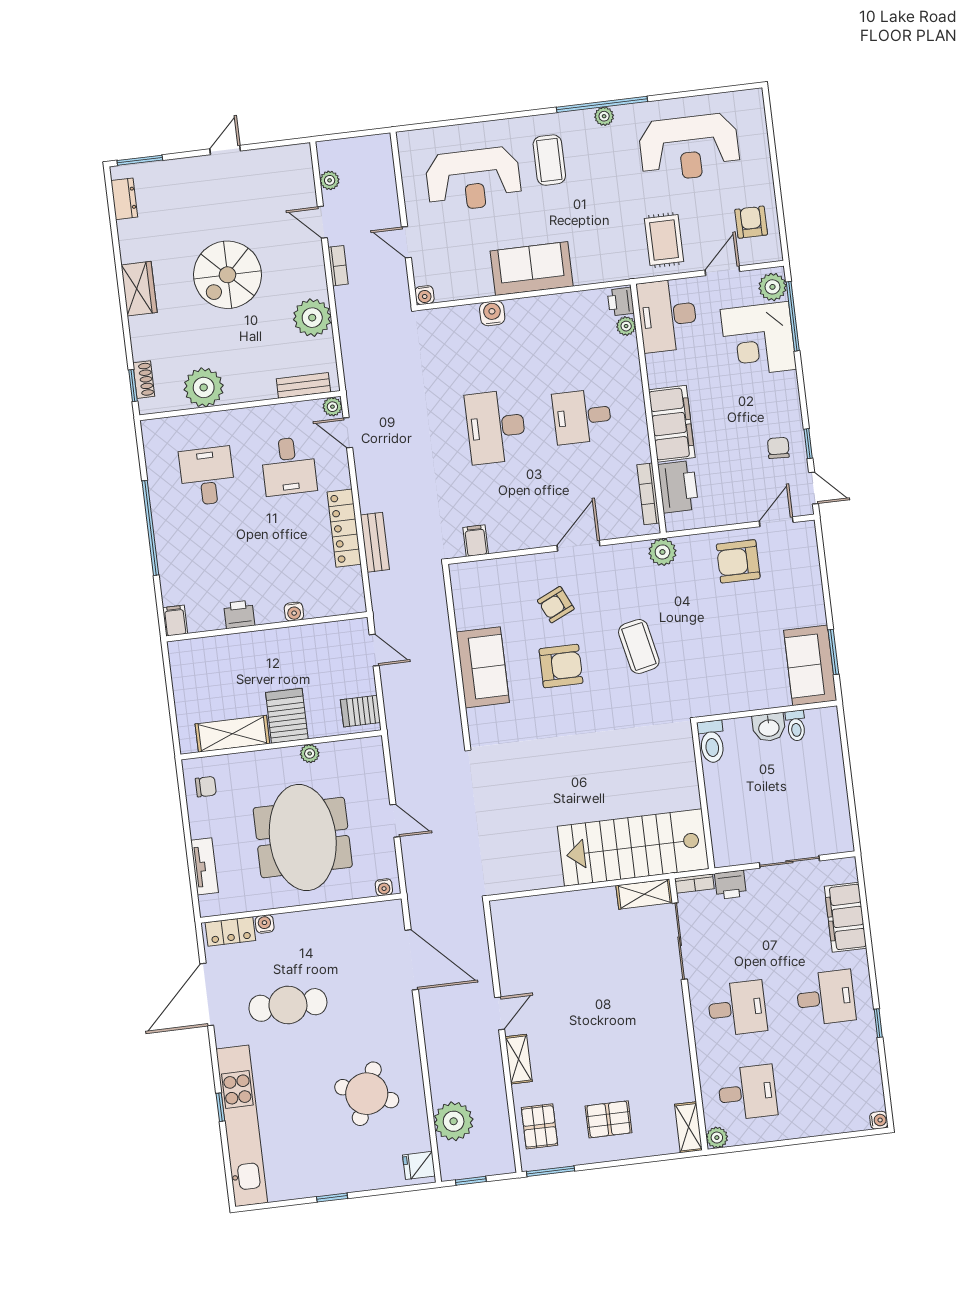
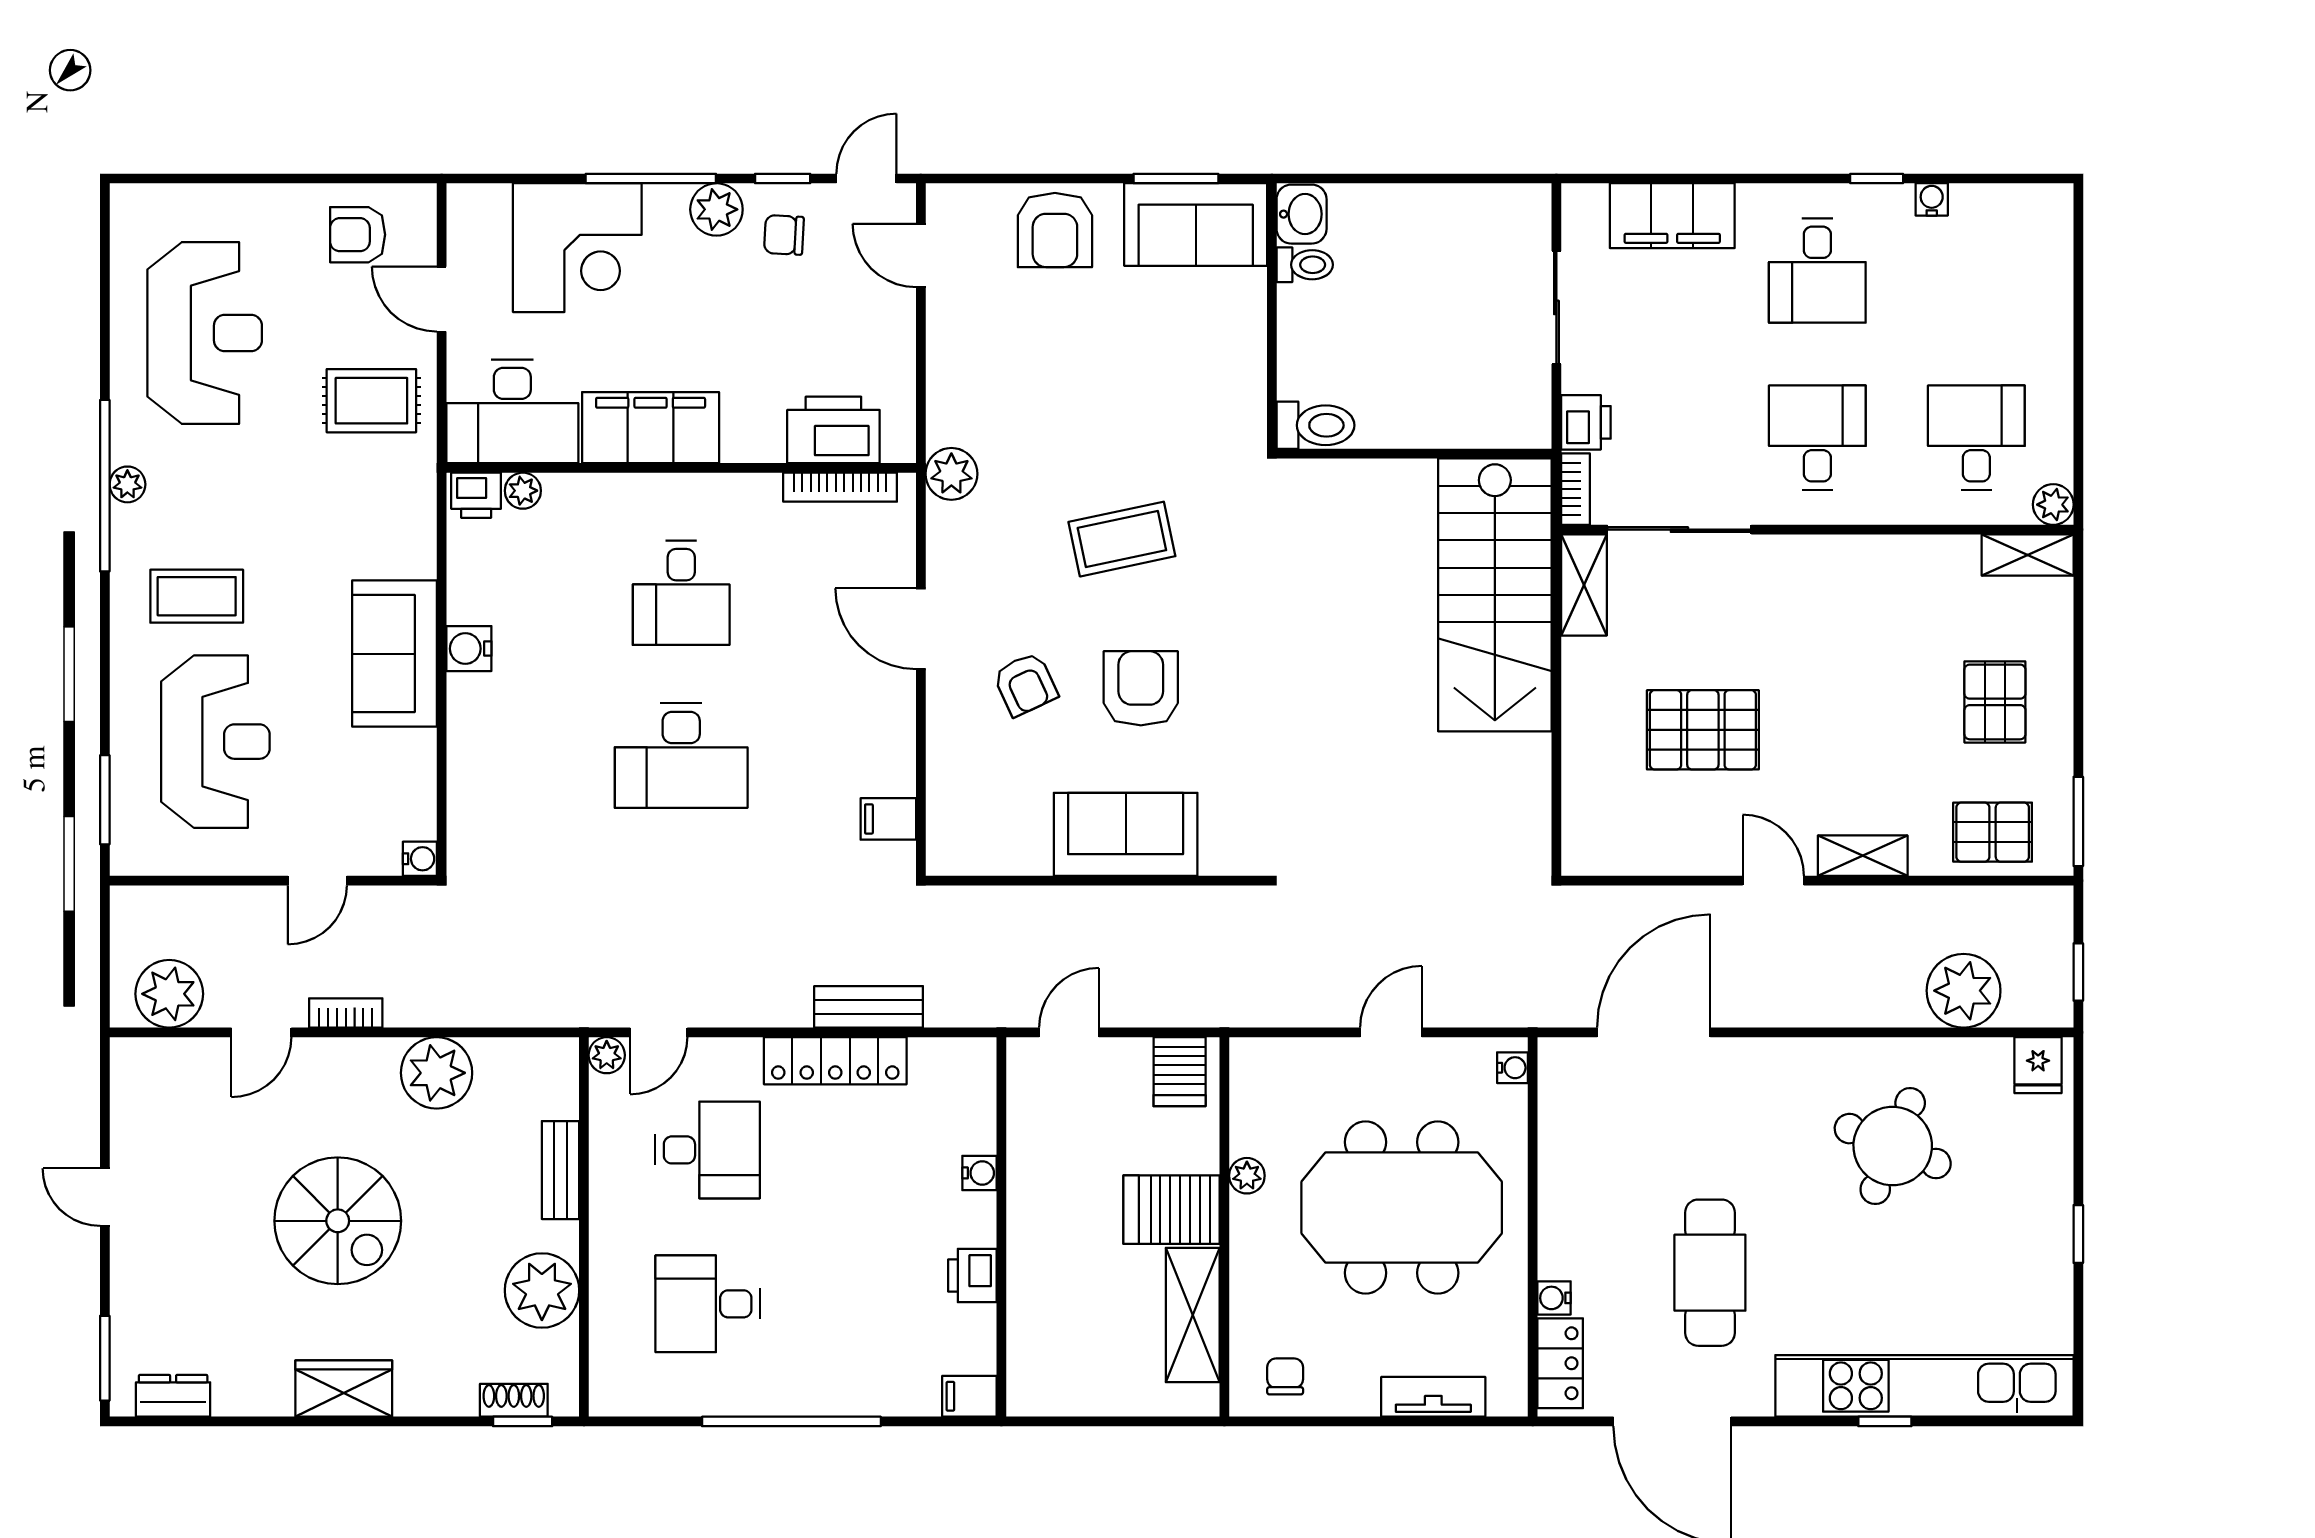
window: (436, 124) -> (105, 800), added
plant: (330, 180) -> (169, 994), width x1.88, depth x1.88
plant: (772, 287) -> (716, 209), moved
water cooler: (492, 313) -> (469, 649), moved
window: (793, 316) -> (651, 179), moved
bench: (303, 385) -> (561, 1170), moved
filing cabinet: (672, 424) -> (651, 428), moved
armchair: (738, 561) -> (1055, 230), moved
washbasin: (769, 727) -> (1302, 214), moved
pallet: (575, 966) -> (1703, 730), added
desk: (826, 998) -> (1817, 270), turned 180
water cooler: (879, 1120) -> (1932, 199), moved

